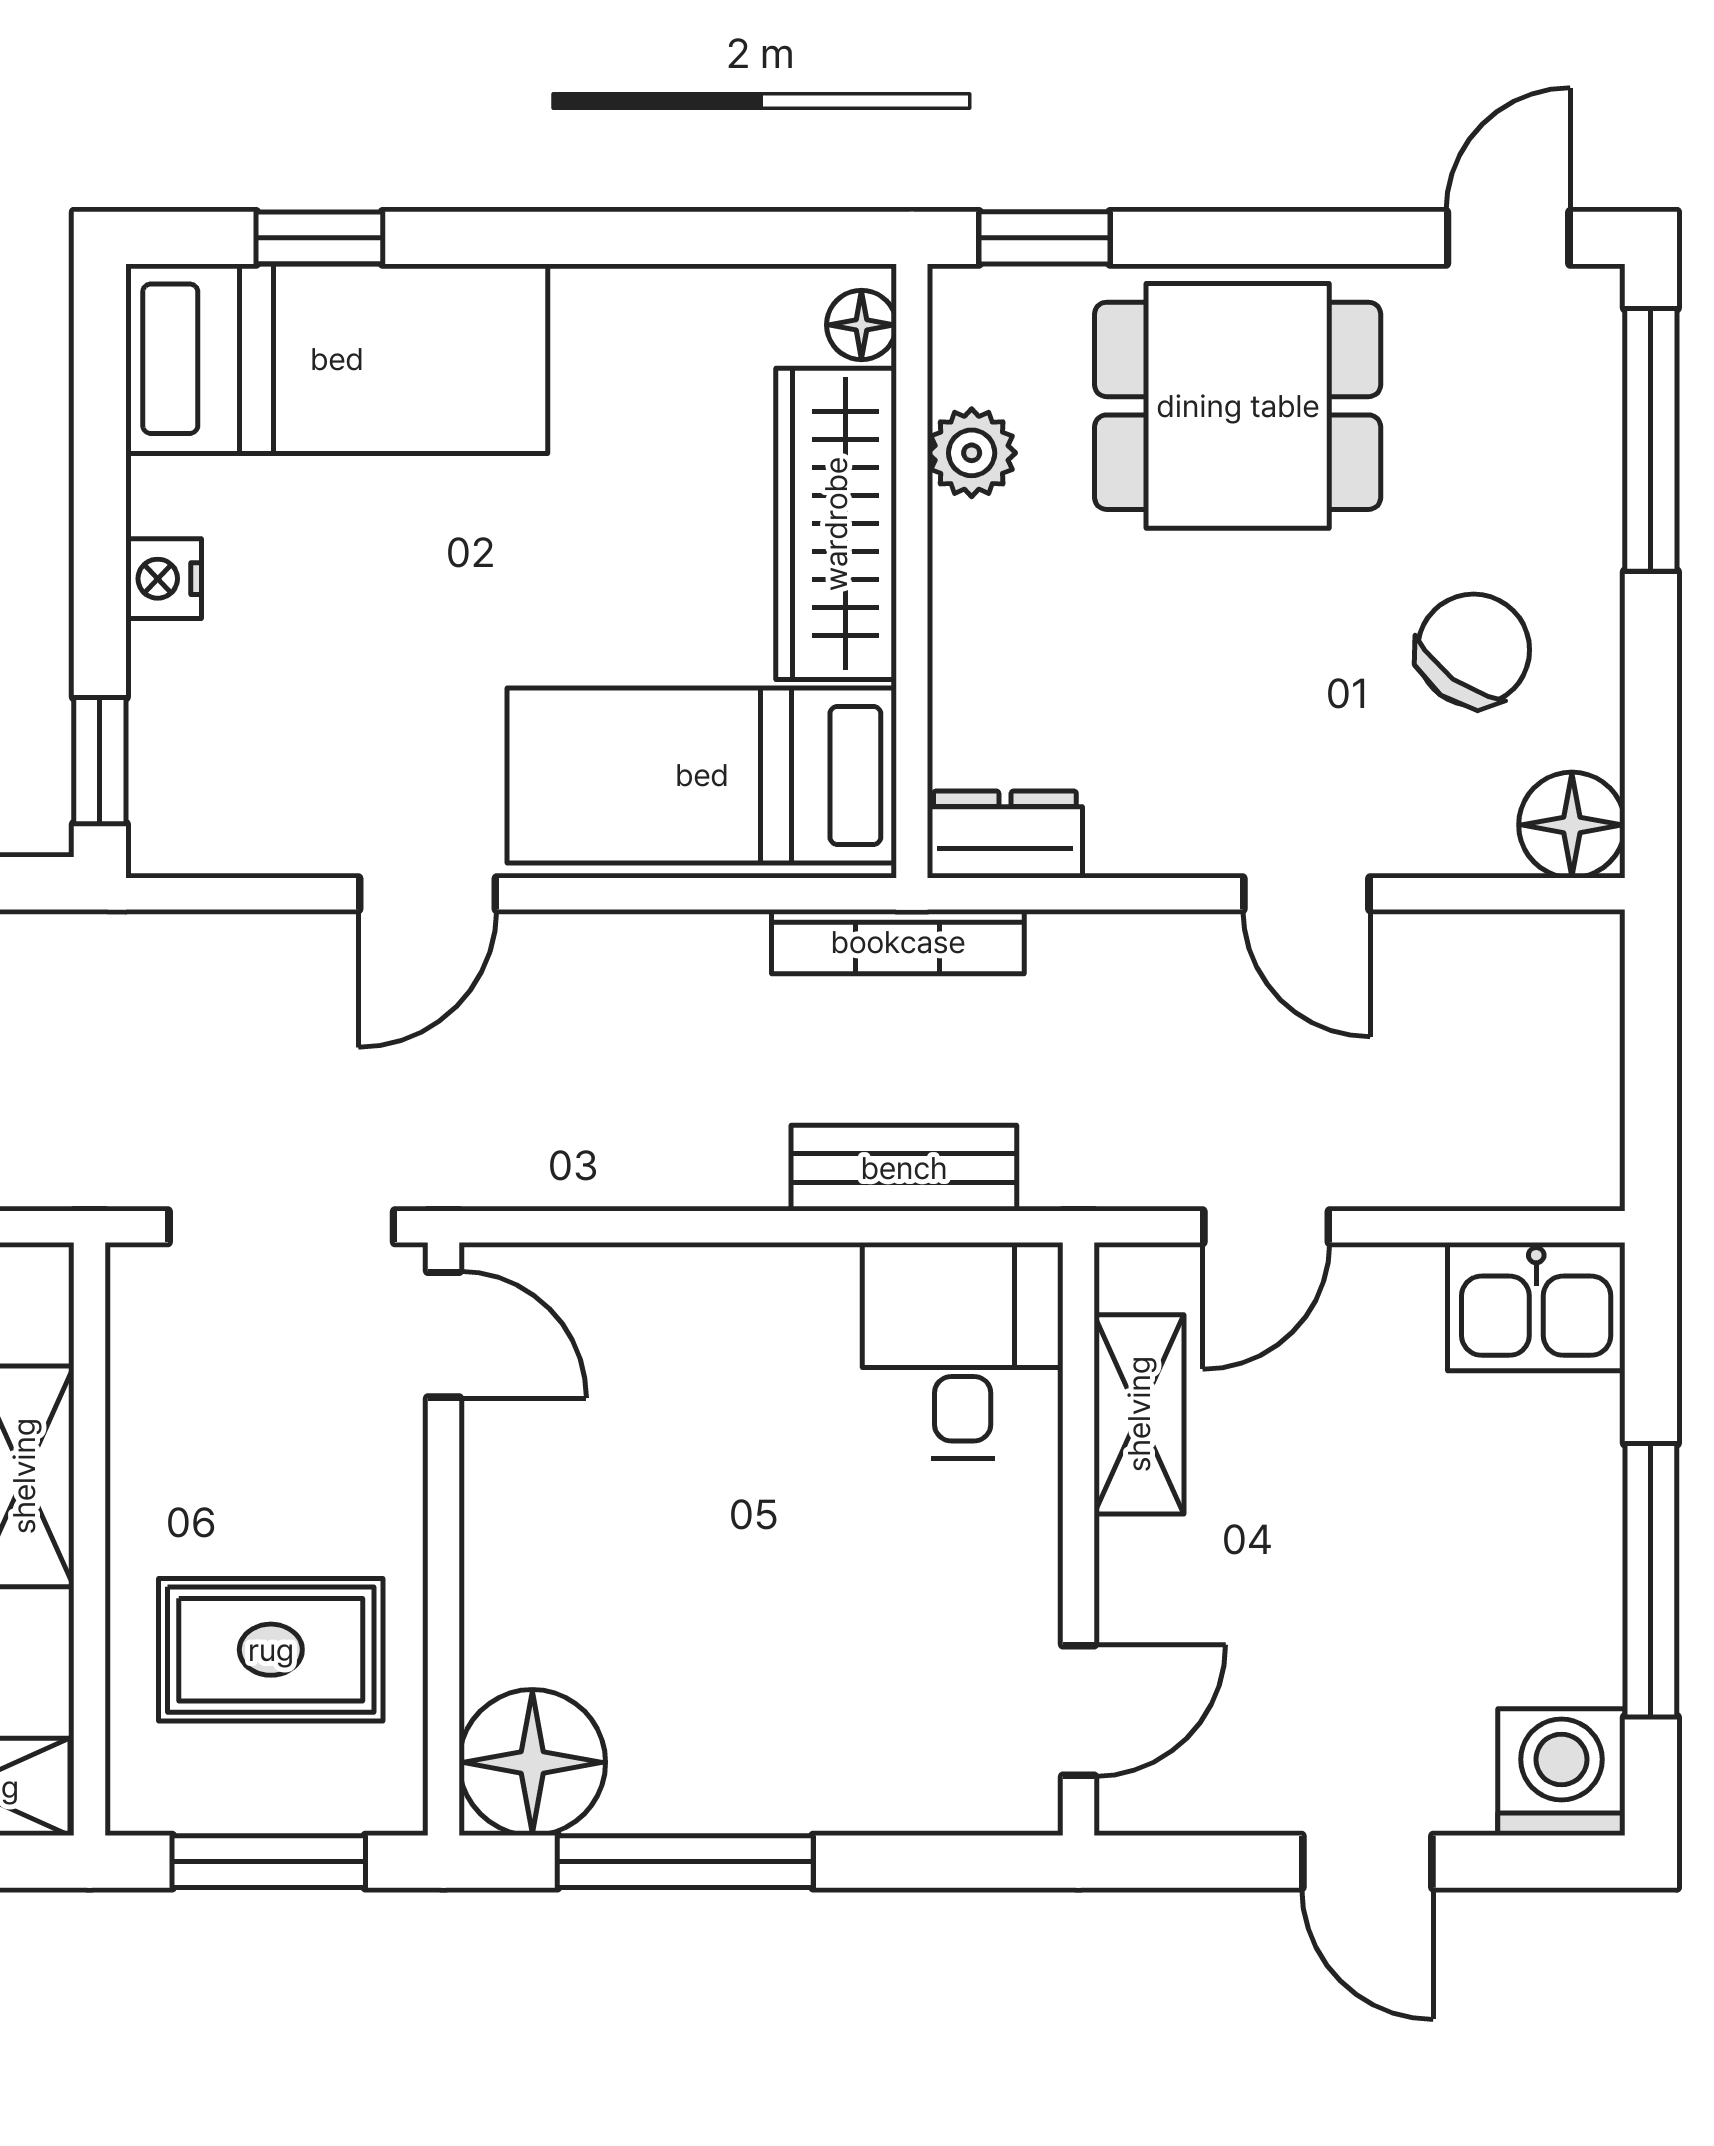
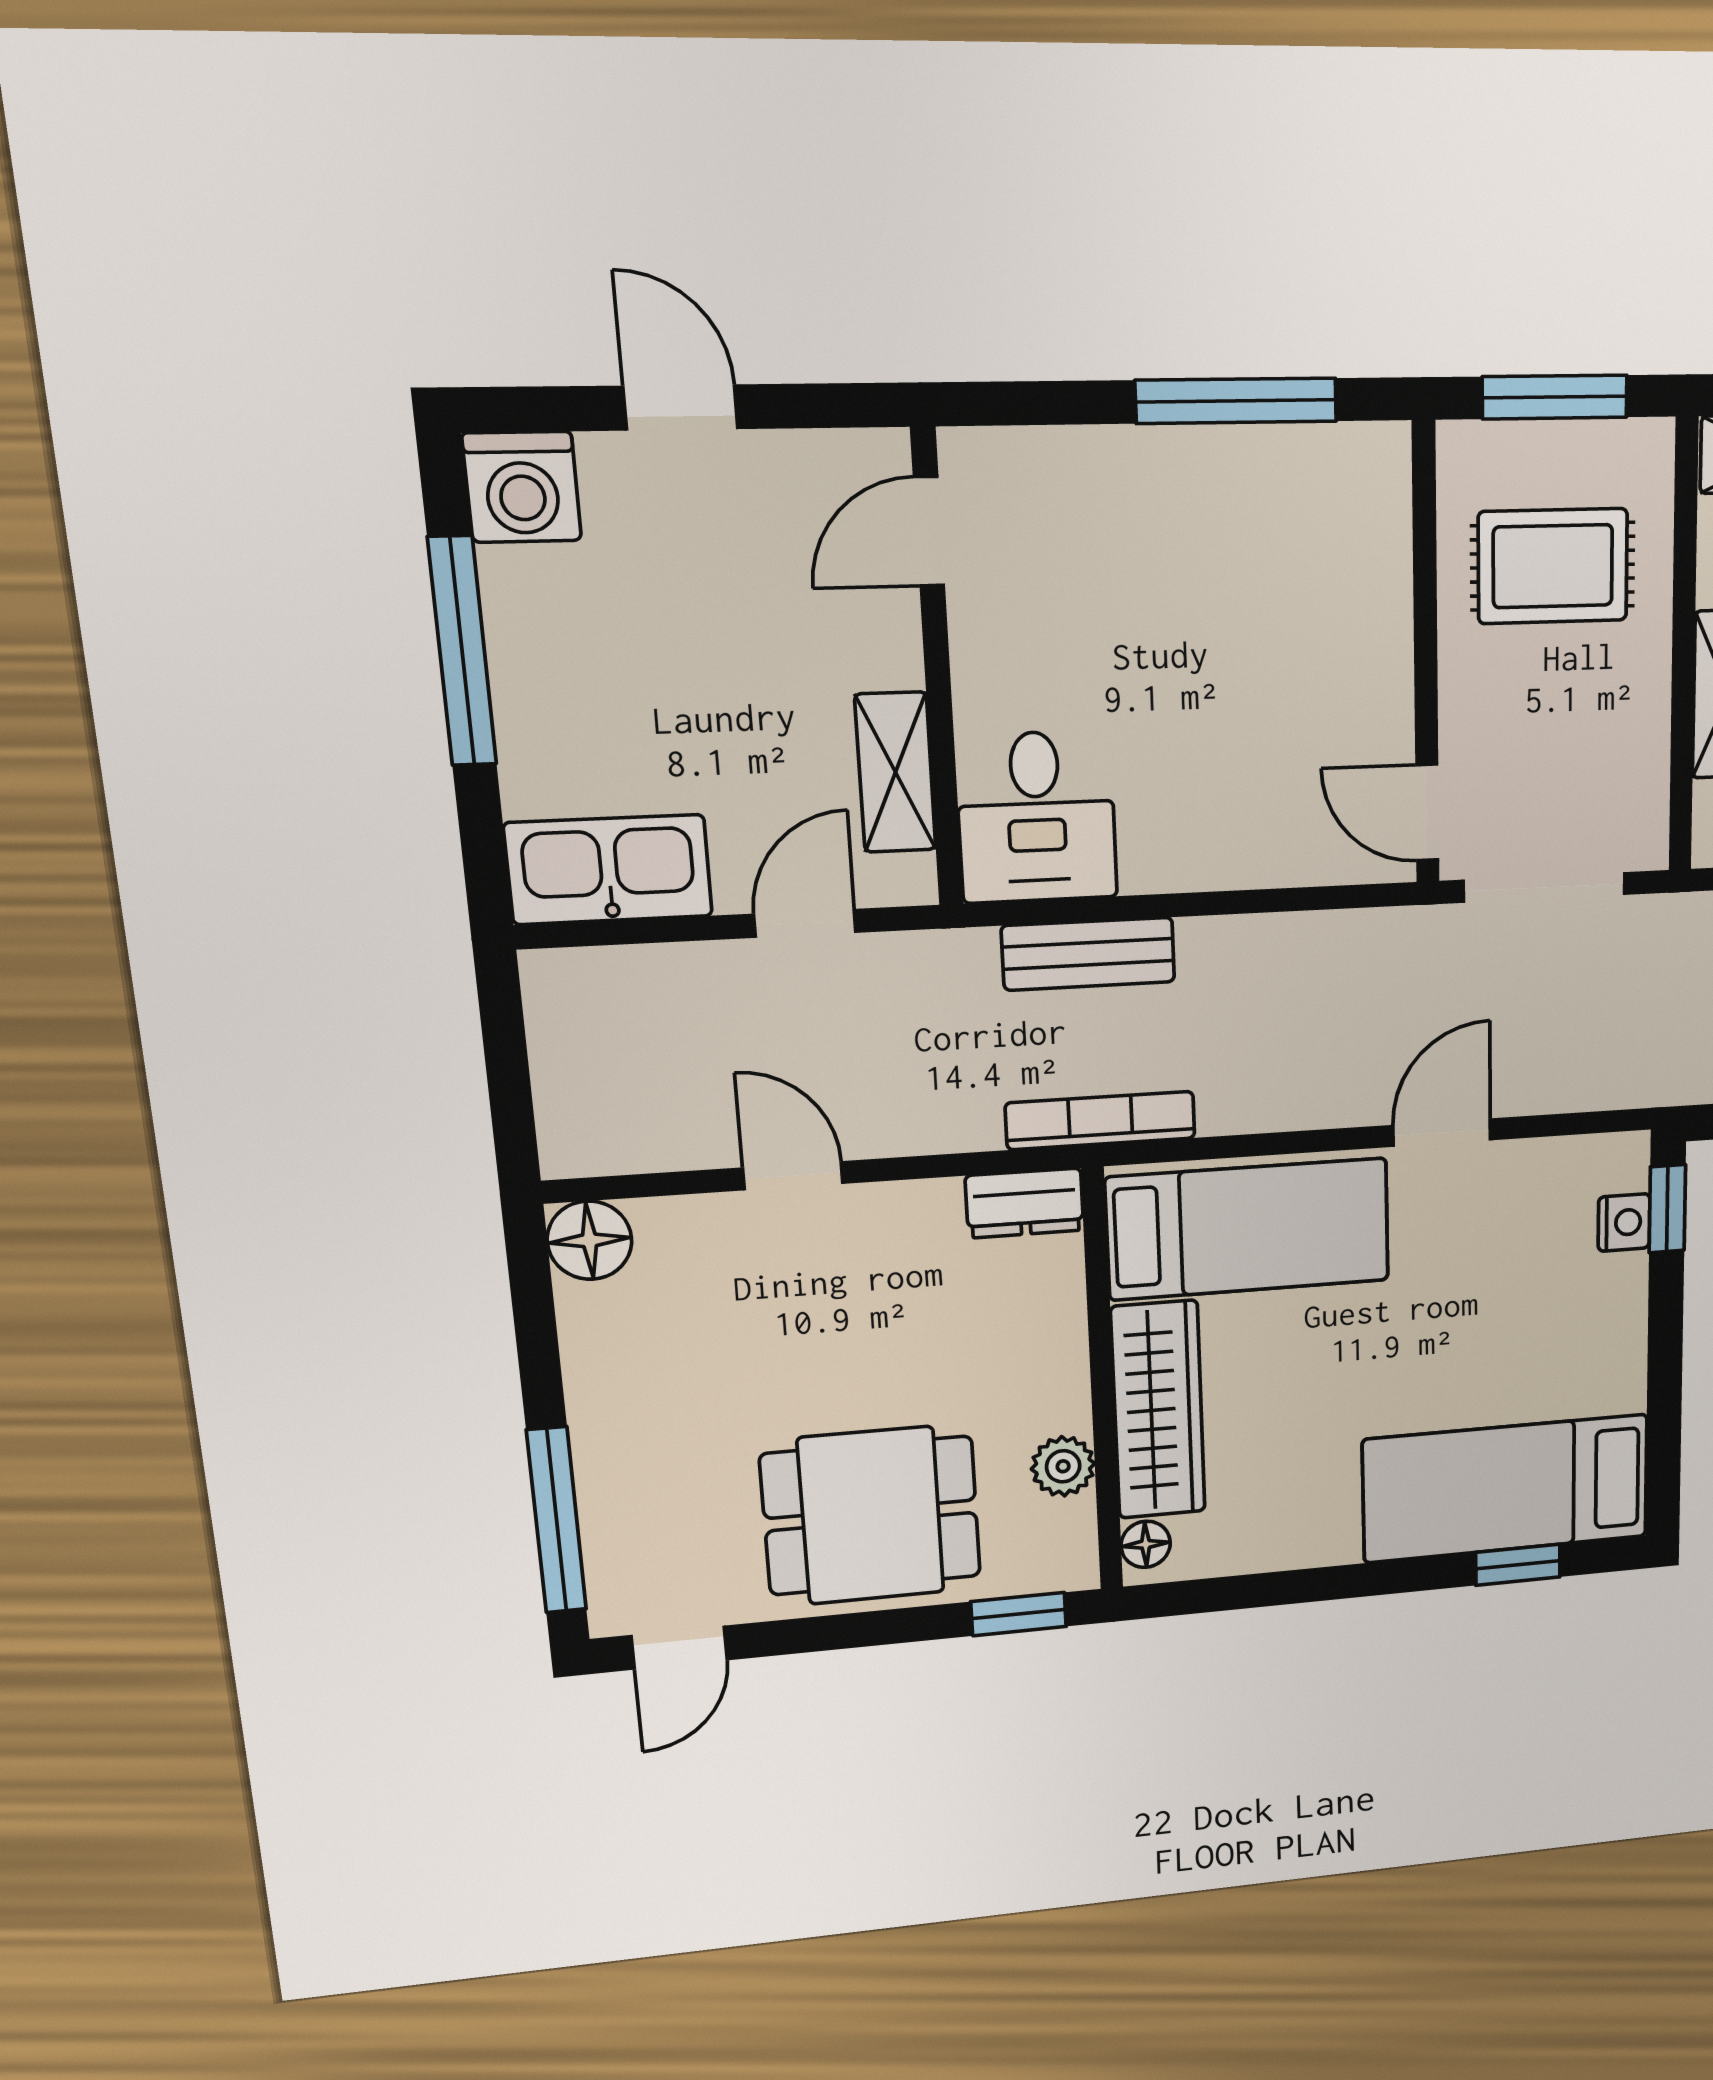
nightstand: (164, 579) -> (1624, 1222), moved
chair: (1474, 650) -> (679, 1361), removed
kitchen sink: (1536, 1307) -> (609, 870), width x1.38
floor lamp: (532, 1762) -> (1356, 480), removed

